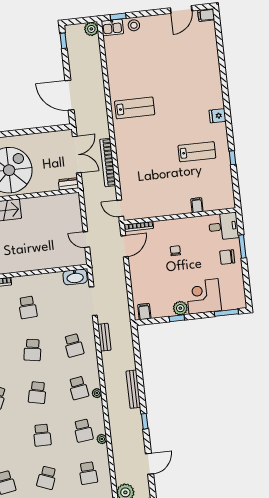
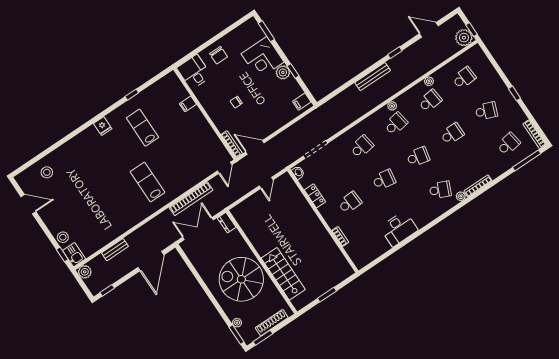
filing cabinet: (206, 15) -> (22, 180), removed
stool: (202, 42) -> (47, 172), added
lab bench: (135, 108) -> (148, 182), moved
window: (242, 246) -> (203, 47), removed
washbasin: (75, 277) -> (298, 173), width x0.52, depth x0.69
locker: (51, 278) -> (315, 196), added
bench: (104, 337) -> (115, 250), moved

